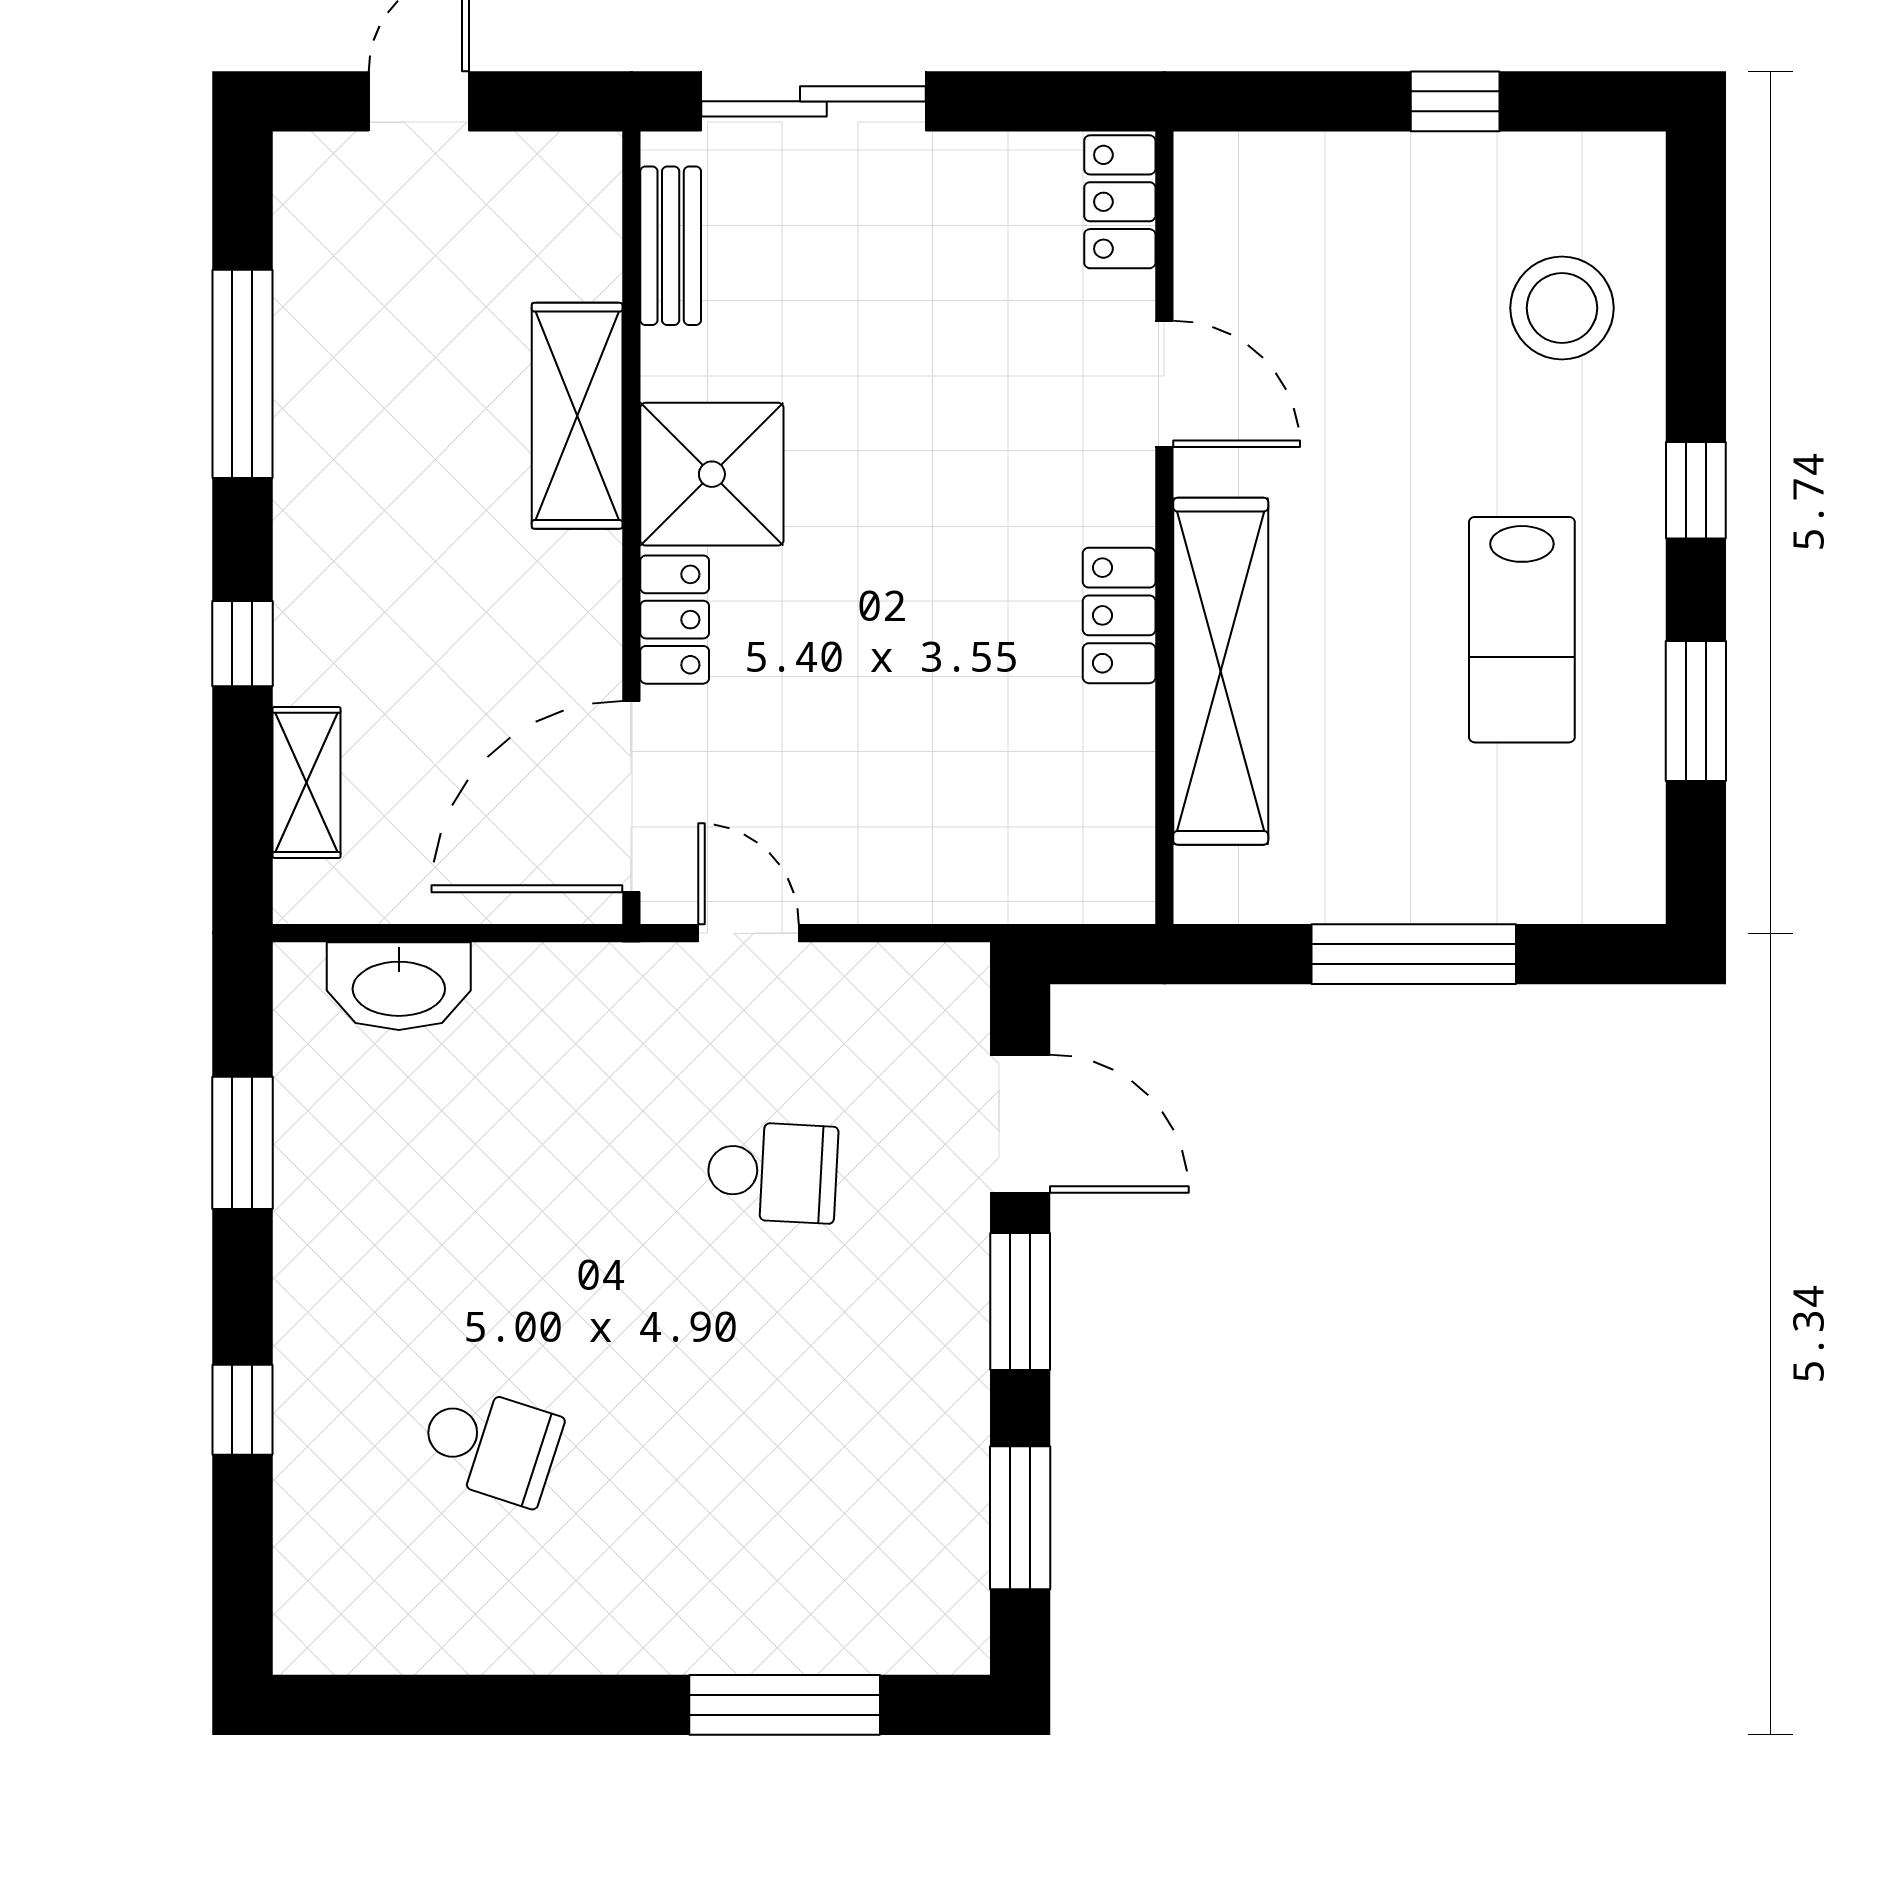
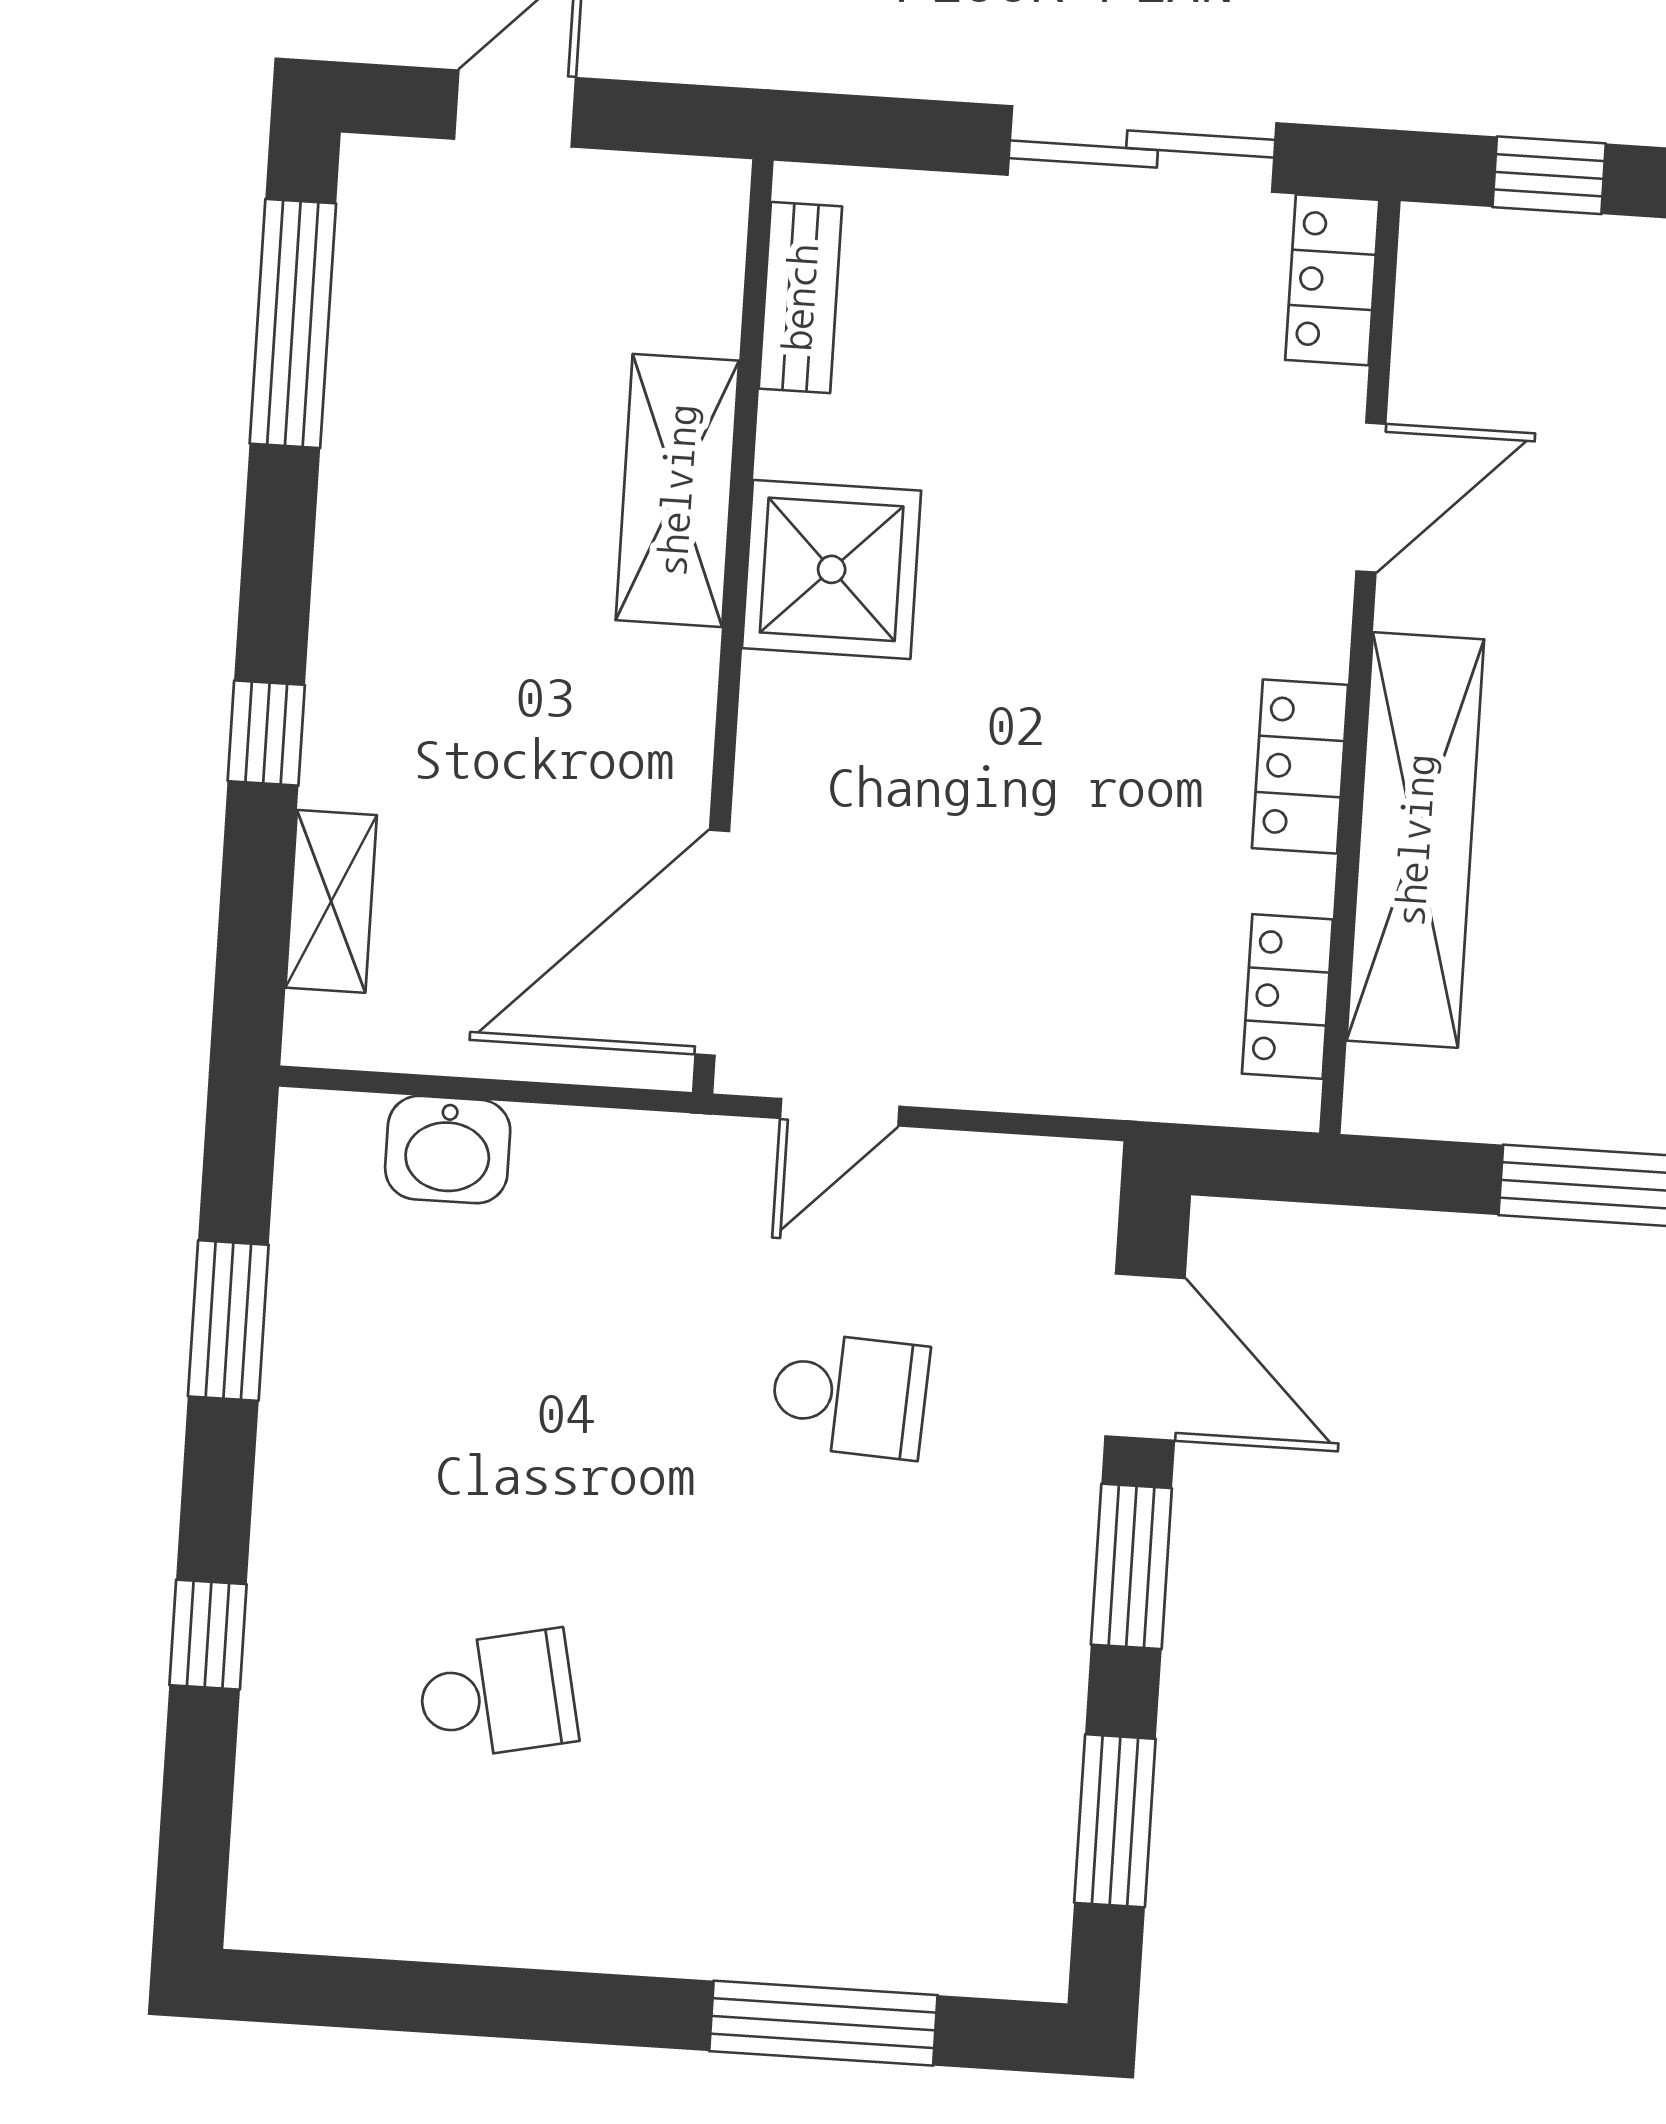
sliding door: (813, 101) -> (1142, 149), moved
window: (1298, 101) -> (1549, 175), added
window: (242, 374) -> (293, 324), moved
door: (1164, 384) -> (1371, 498), hinge flipped
locker: (675, 620) -> (1287, 996), moved, turned 180
door: (749, 933) -> (840, 1112), swing flipped
washbasin: (399, 986) -> (448, 1150), width x0.72
school desk: (490, 1445) -> (497, 1695), turned -30

